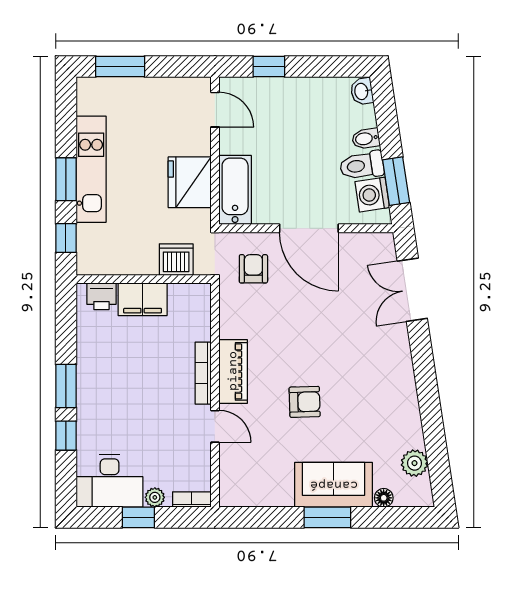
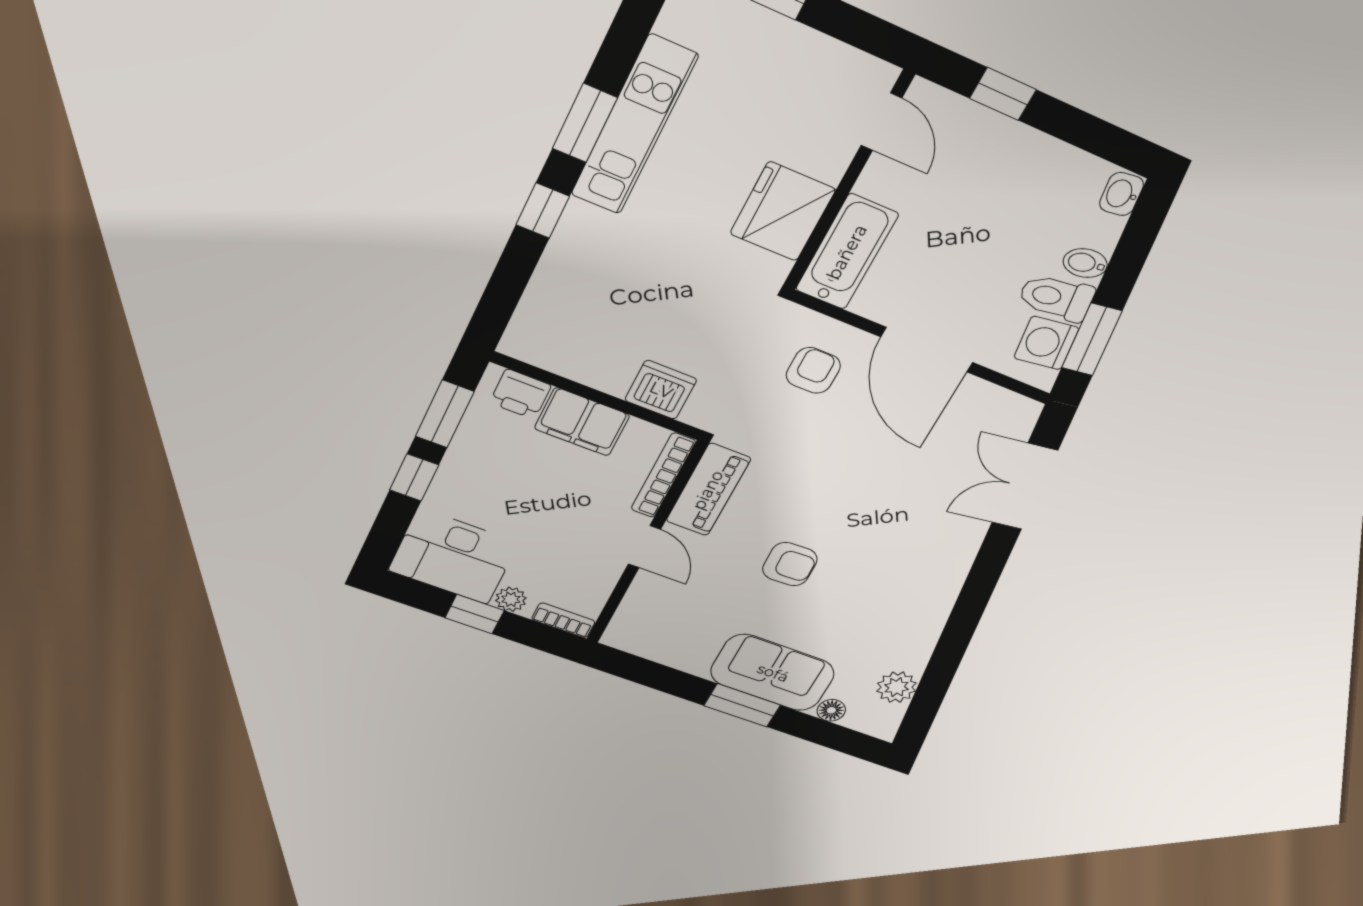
dishwasher: (176, 260) -> (661, 390), moved
wall: (144, 279) -> (597, 396), moved
printer: (101, 296) -> (520, 394), moved
filing cabinet: (143, 299) -> (582, 422), moved

